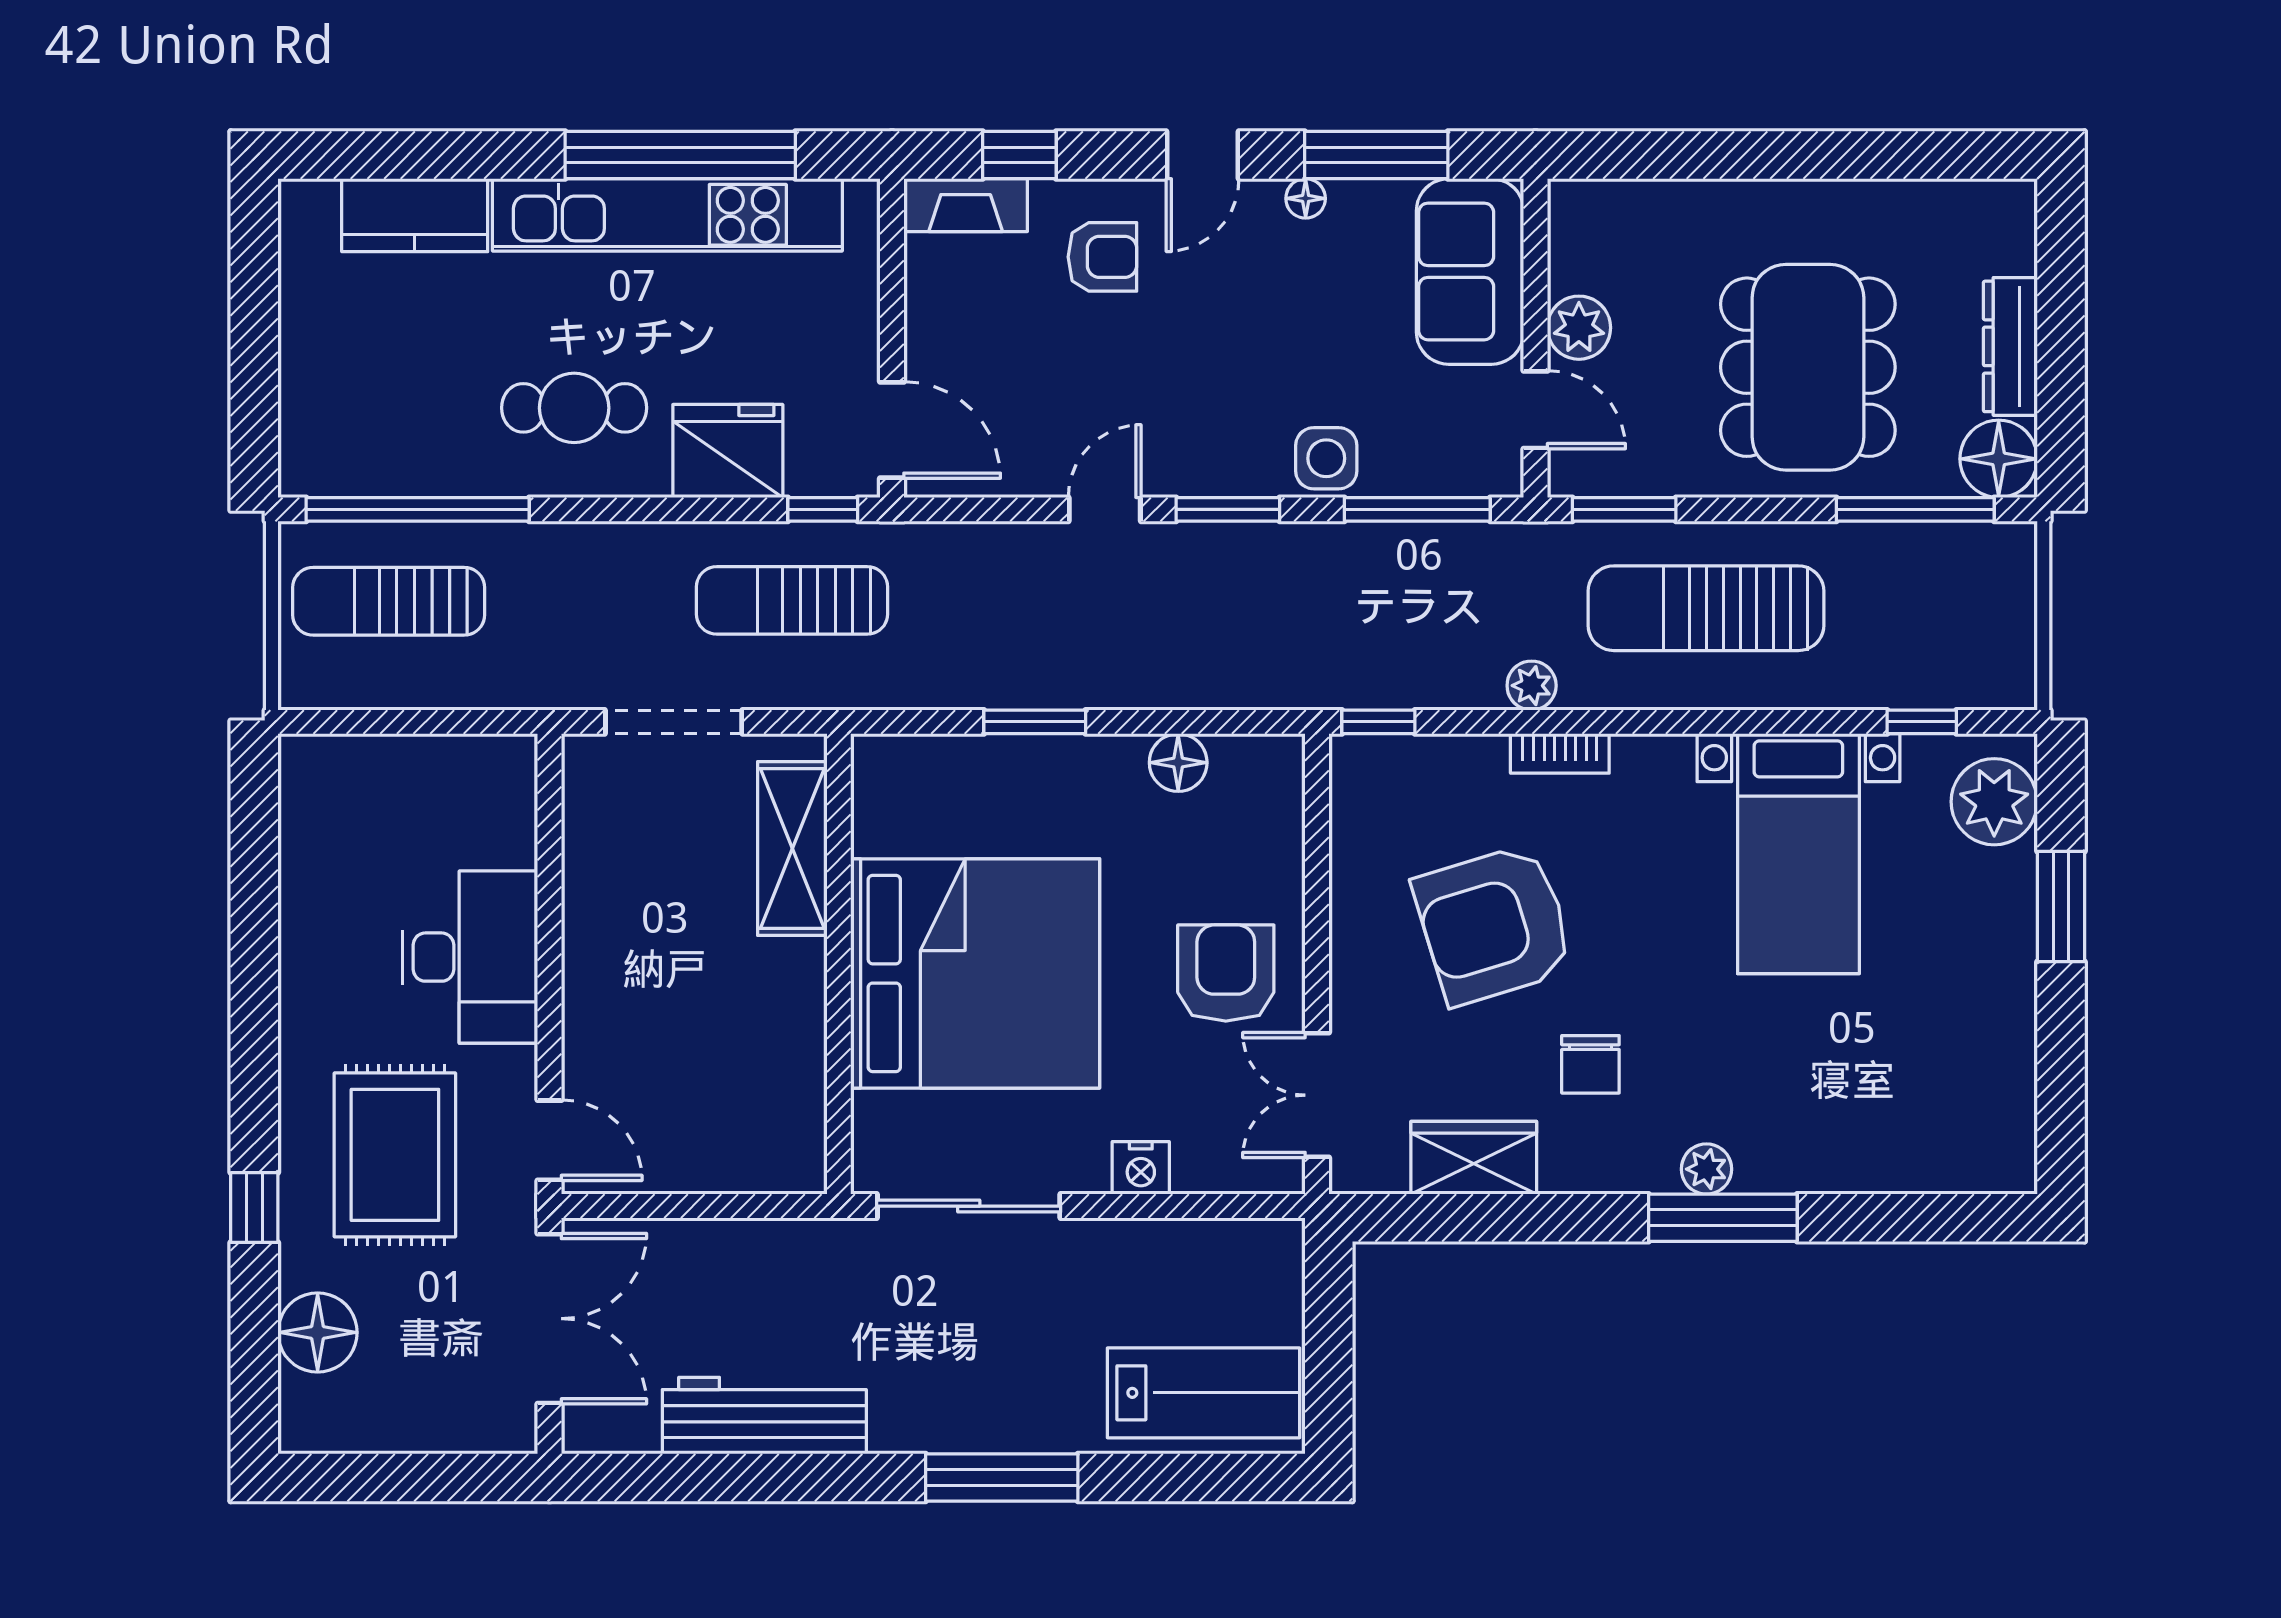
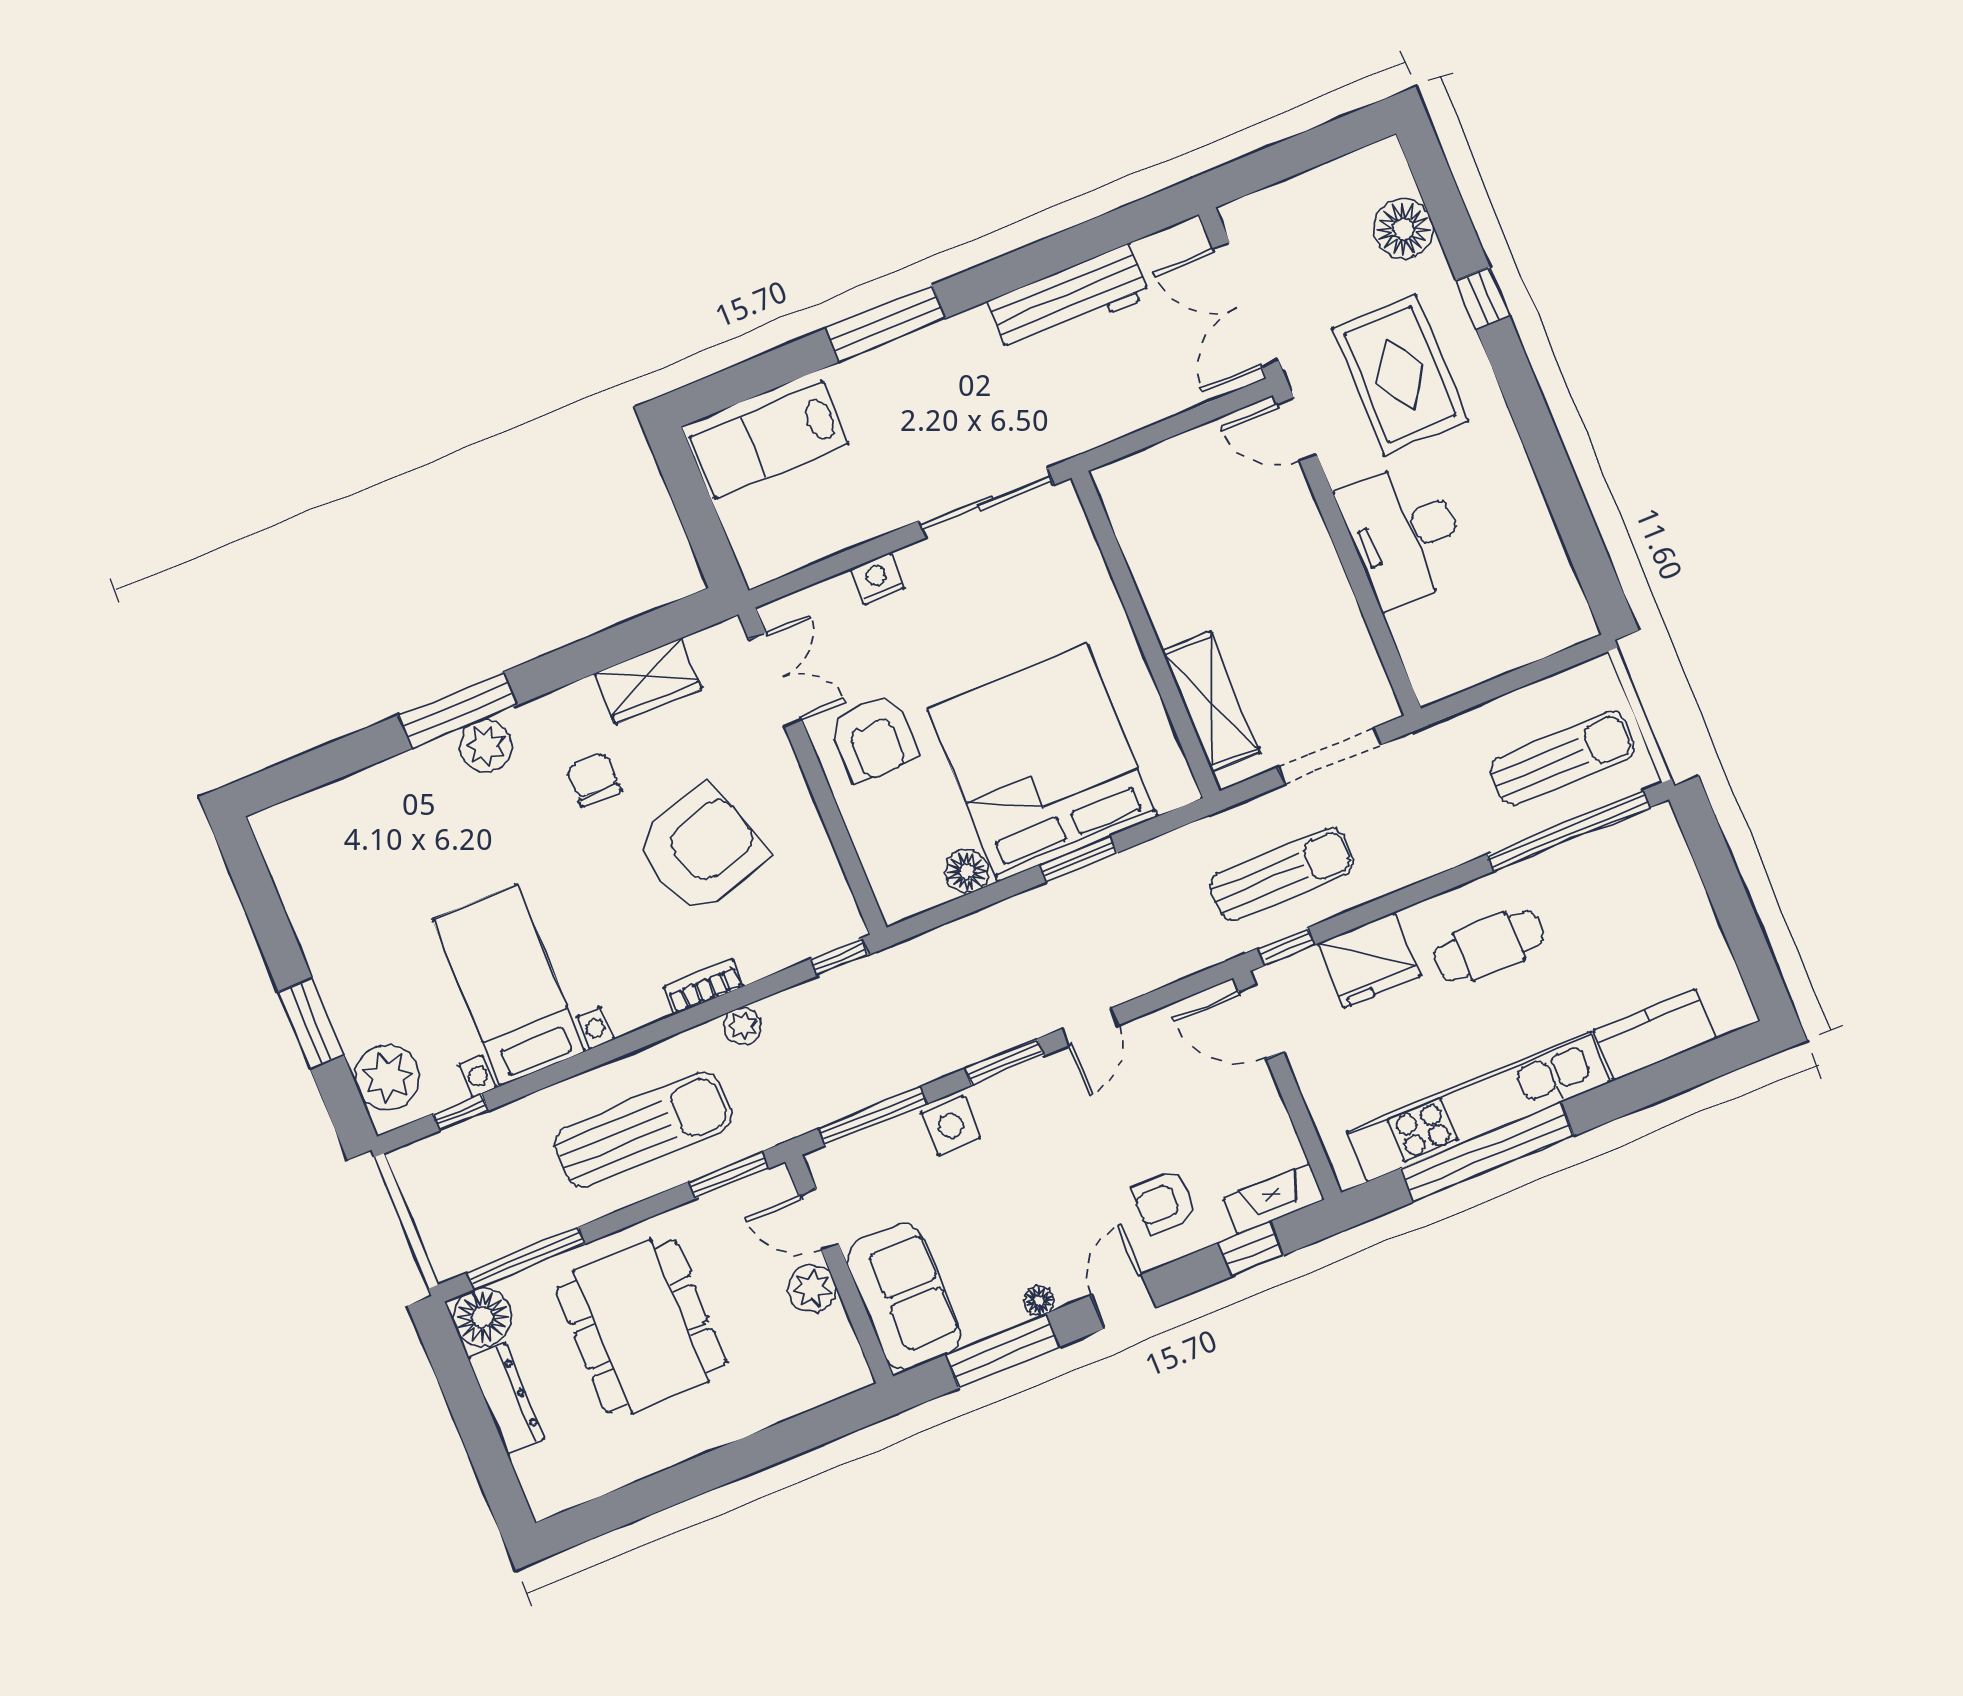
bed: (975, 973) -> (1043, 763), moved, turned 90
plant: (1706, 1169) -> (486, 746), width x1.38, depth x1.38

